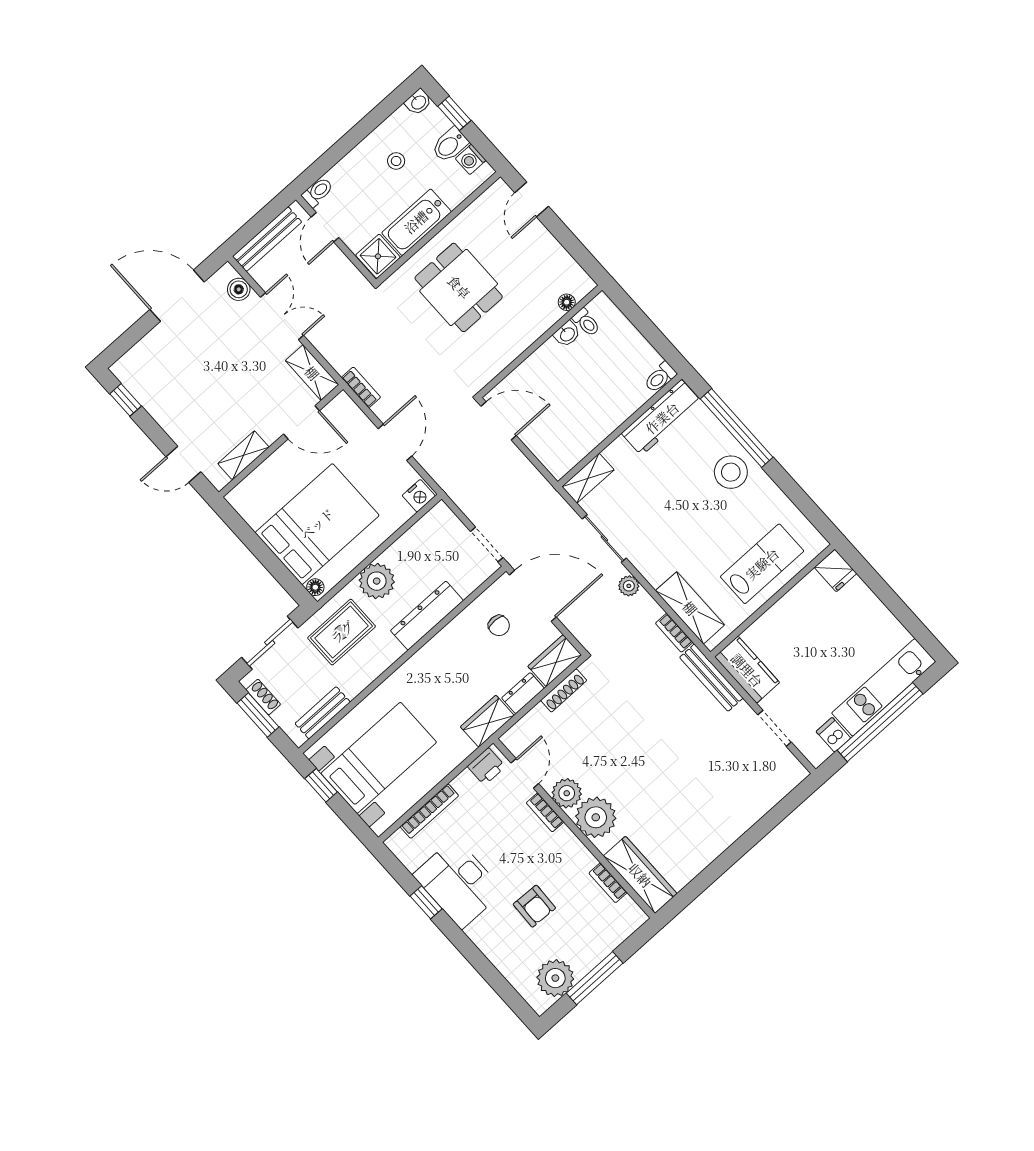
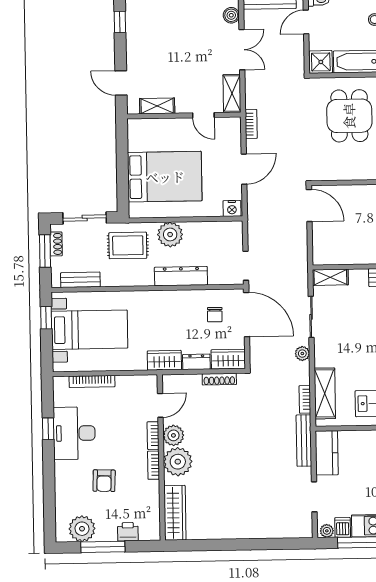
door: (302, 422) -> (203, 115), width x0.73
floor lamp: (315, 587) -> (135, 209), removed
plant: (820, 753) -> (327, 531), added
printer: (486, 766) -> (128, 532), moved, turned 180
bookcase: (608, 883) -> (153, 465), moved

